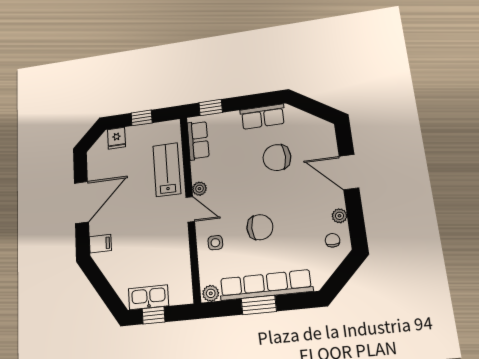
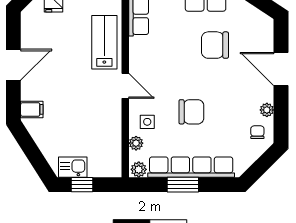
plant: (199, 189) -> (136, 143), moved
door: (81, 202) -> (13, 65), width x0.73
kitchen sink: (148, 297) -> (73, 167), width x0.73

